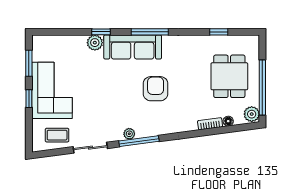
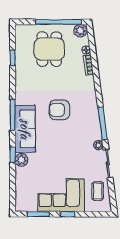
dining table: (229, 76) -> (49, 49), turned 90
plant: (129, 134) -> (98, 145), moved

